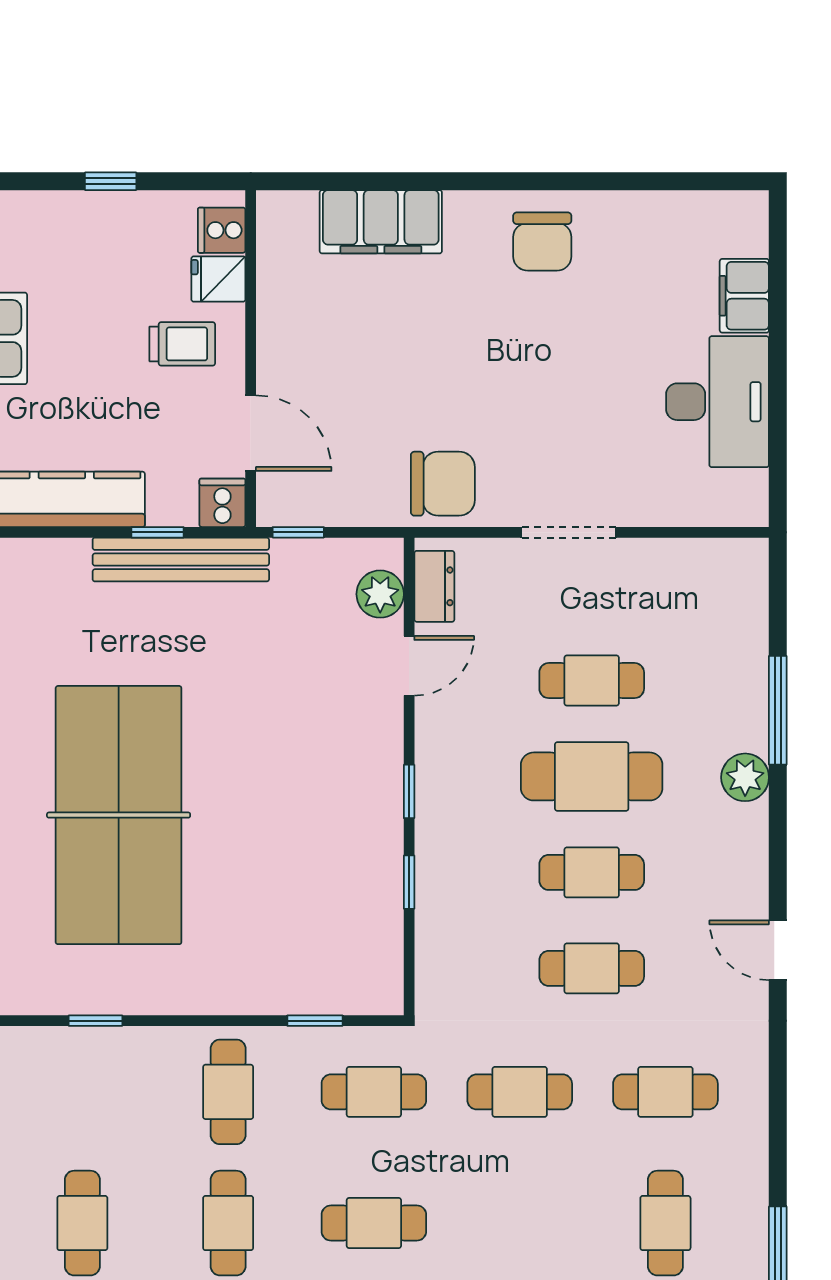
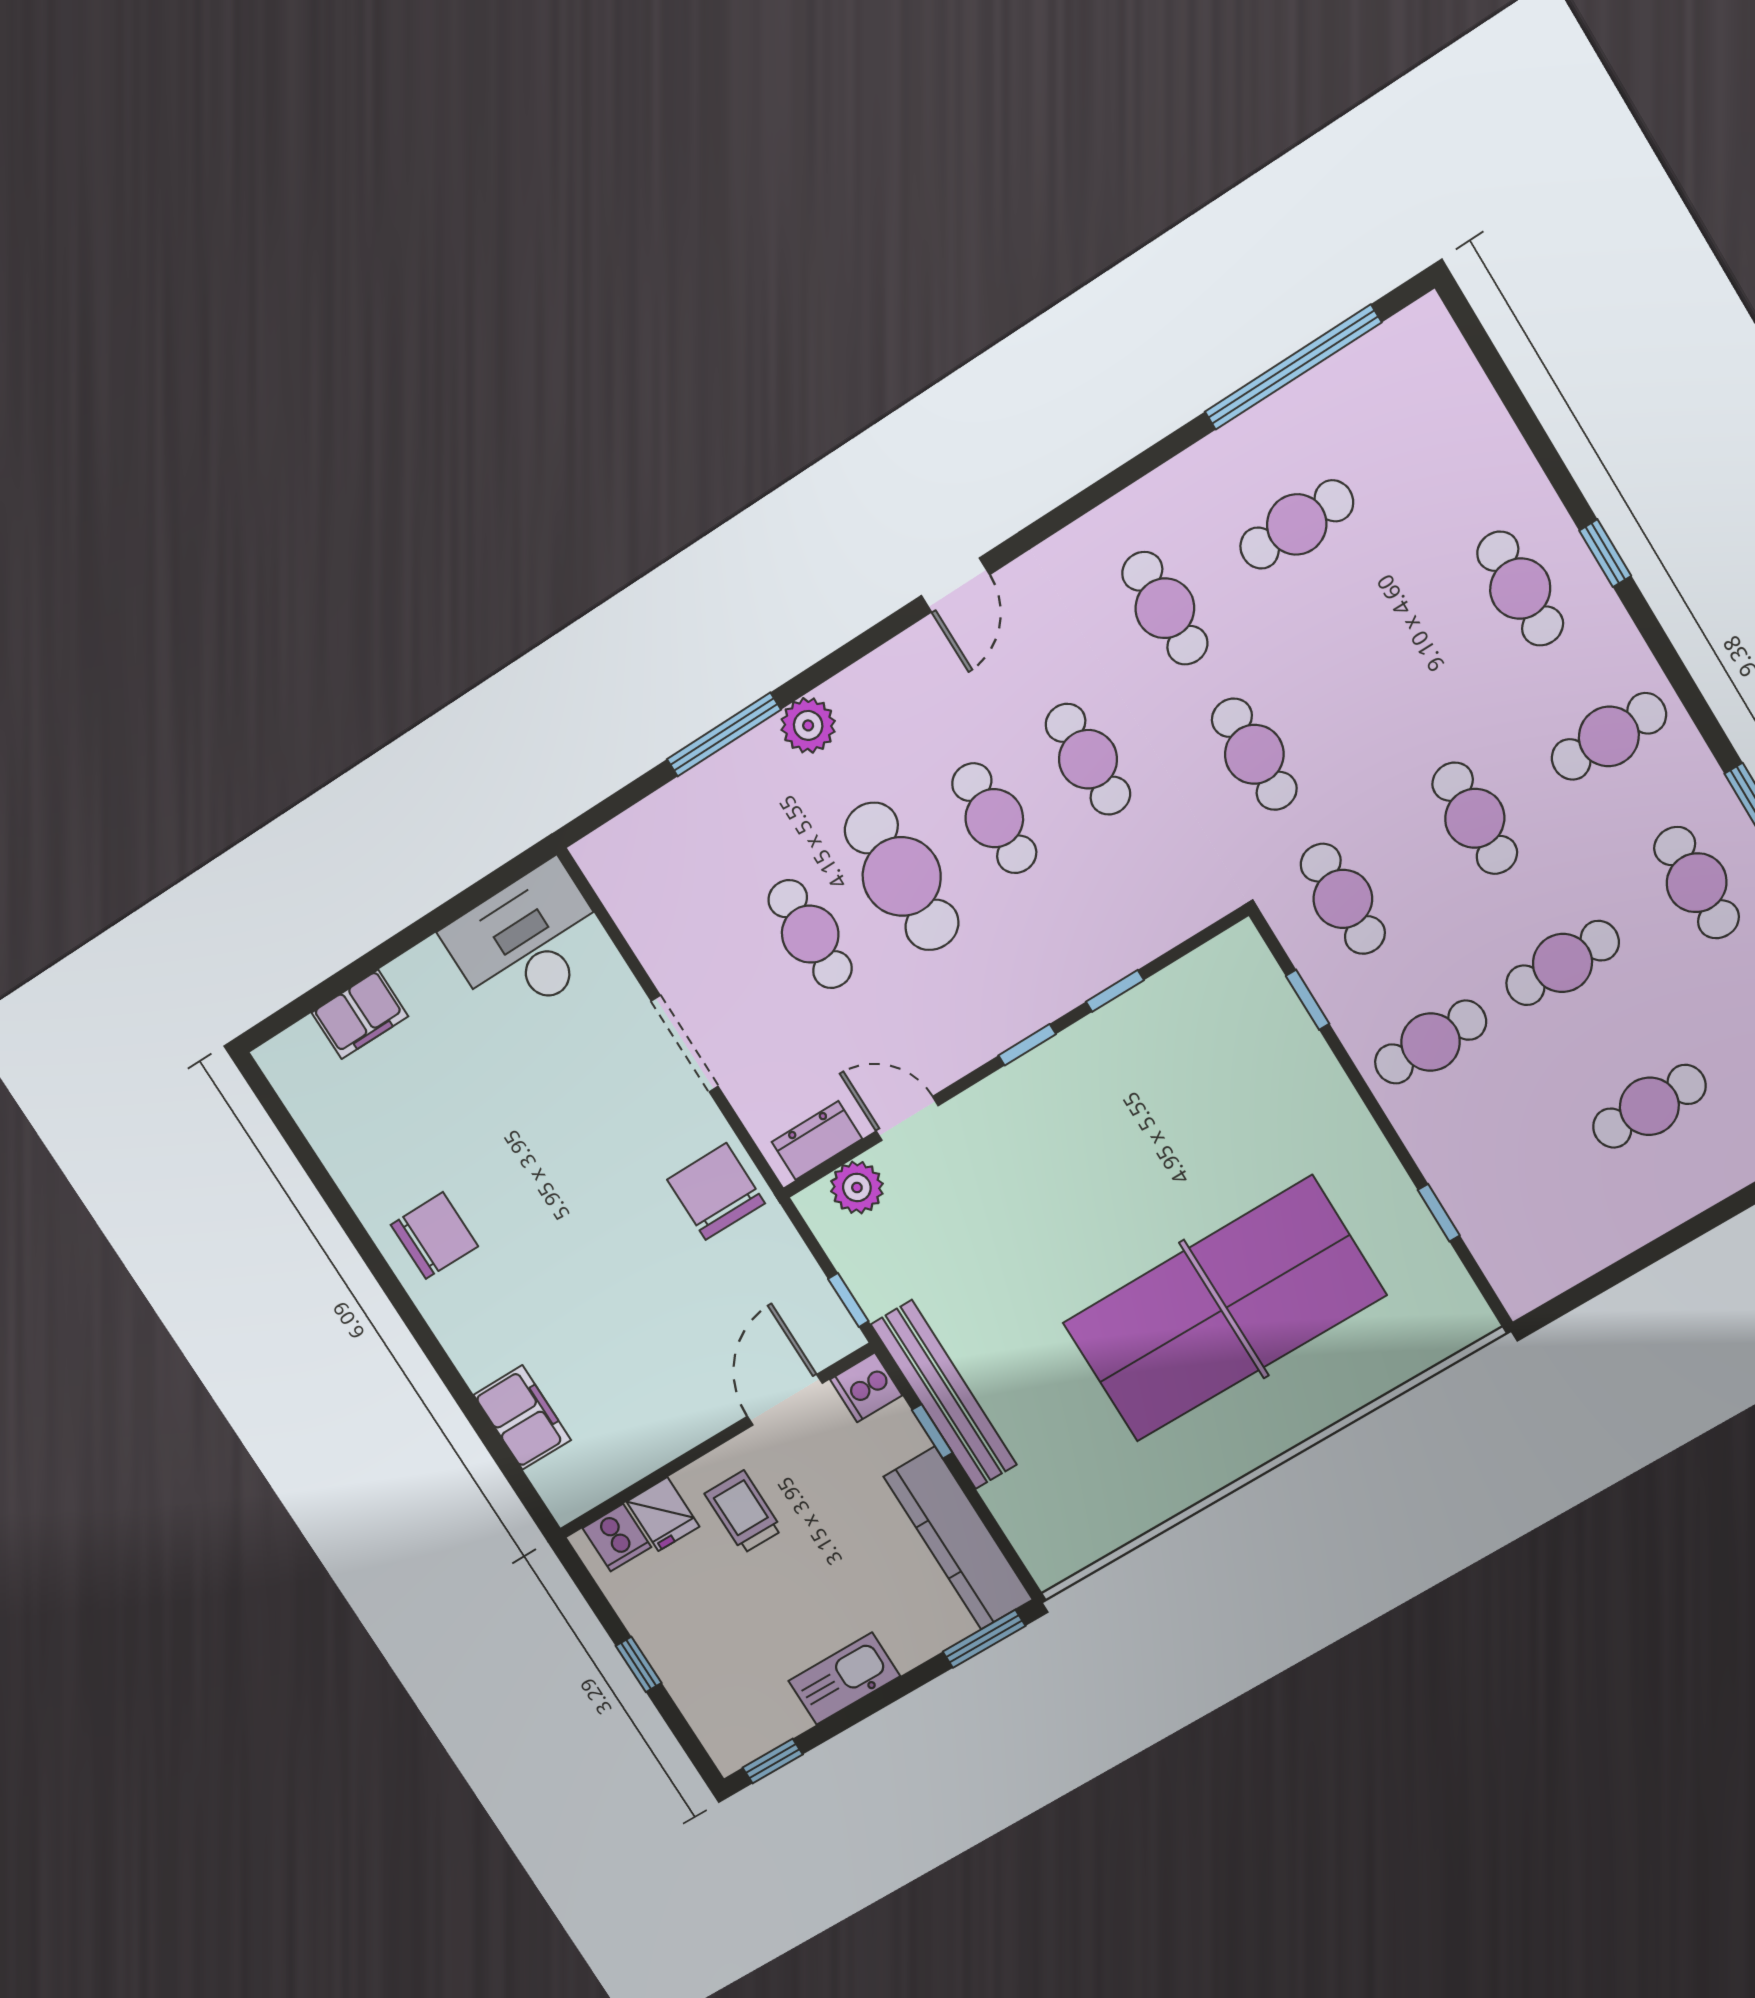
filing cabinet: (381, 222) -> (522, 1417), width x0.67, depth x0.86
desk: (718, 402) -> (528, 943), moved

